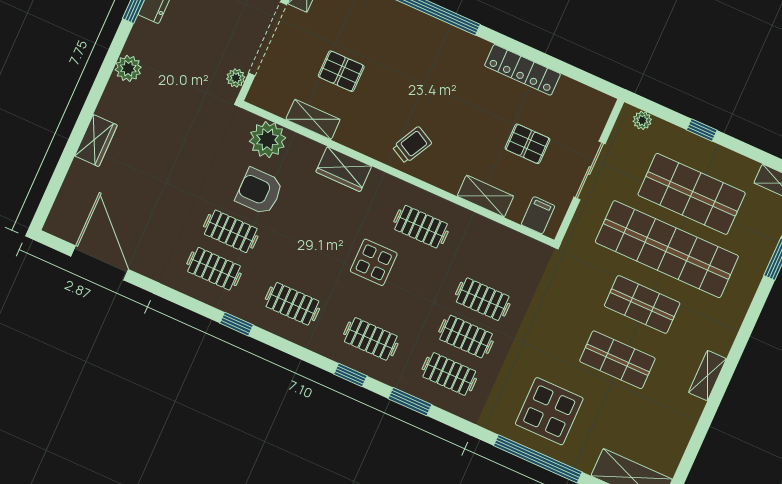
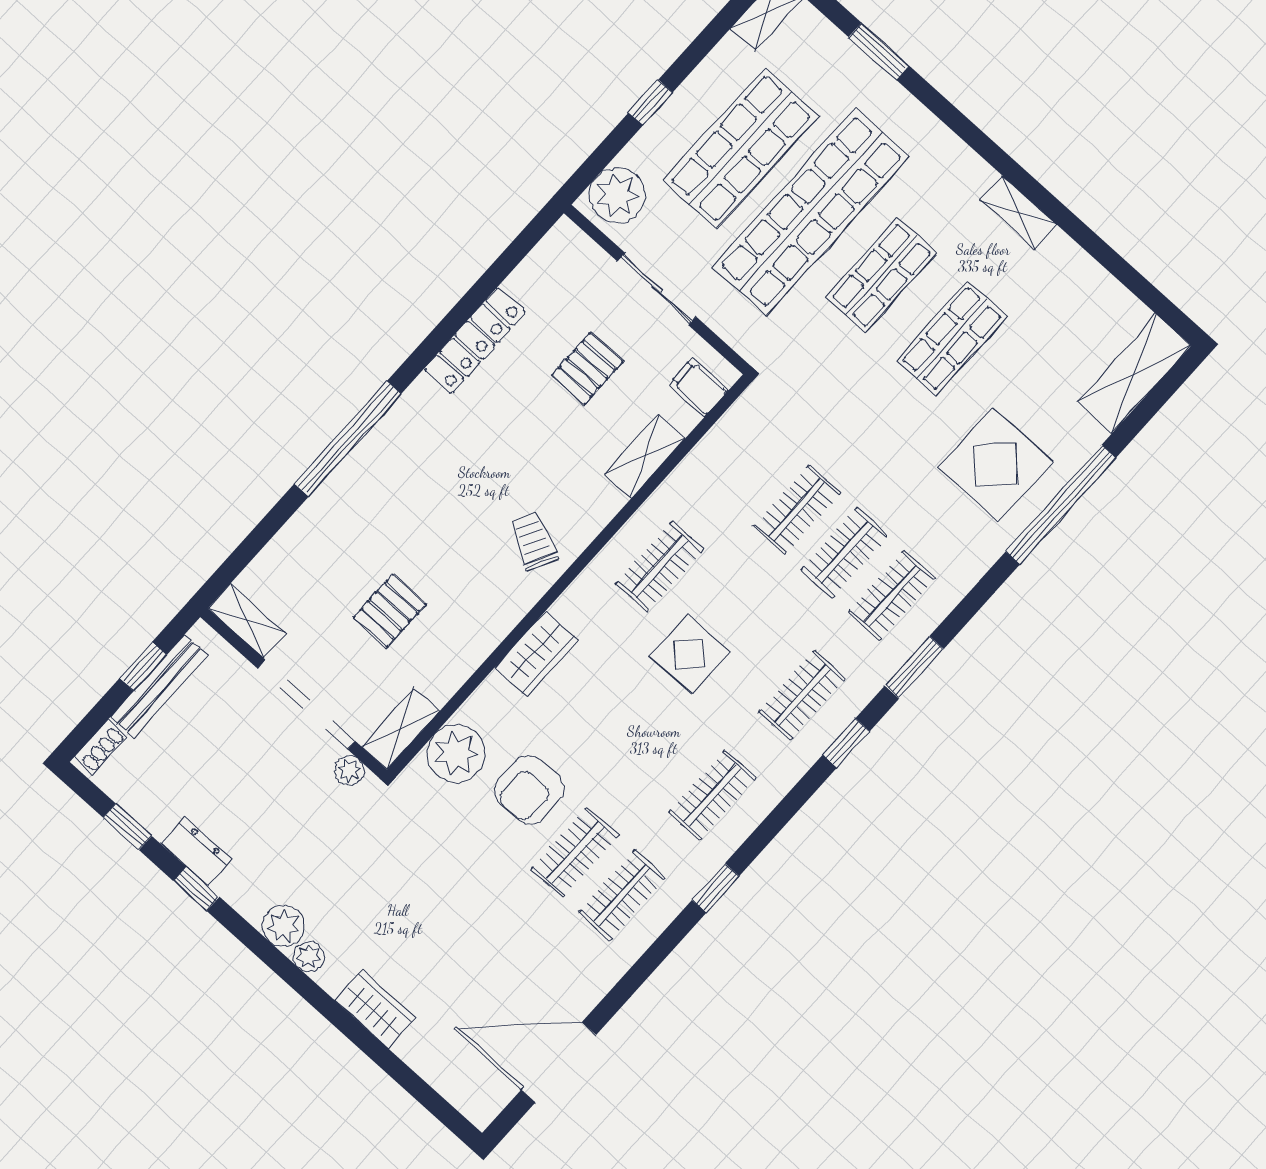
plant: (115, 90) -> (309, 957), added
shelving: (313, 119) -> (400, 729), moved
plant: (642, 120) -> (617, 195), width x1.88, depth x1.88

